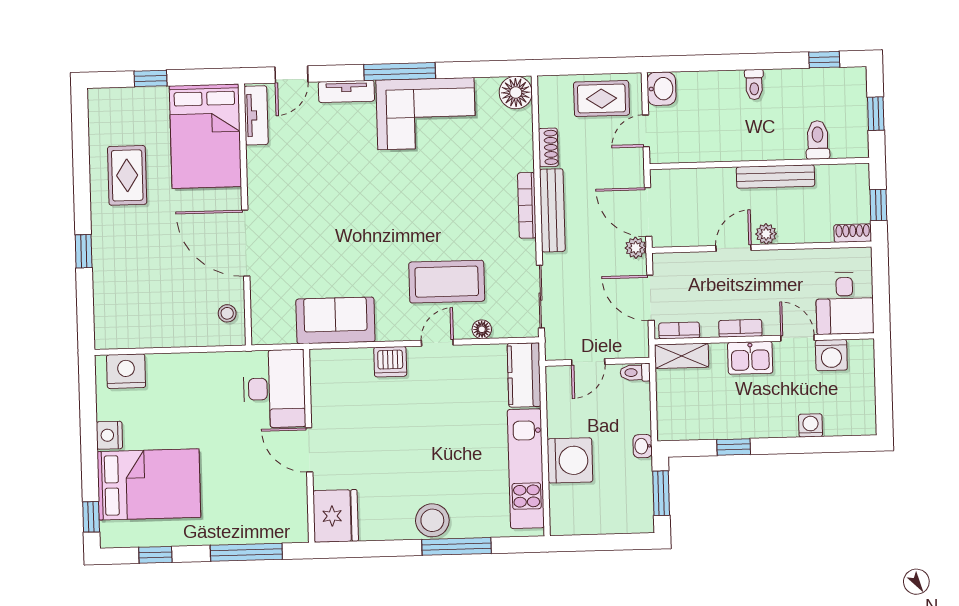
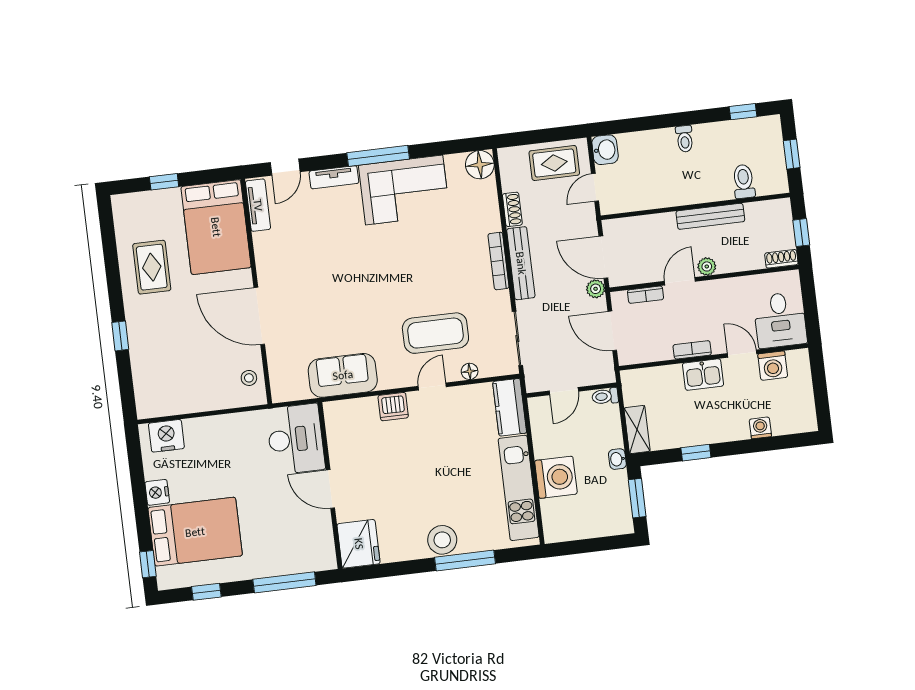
bookcase: (679, 331) -> (646, 295), moved, turned 180
shelving: (682, 356) -> (637, 430), moved, turned 90

